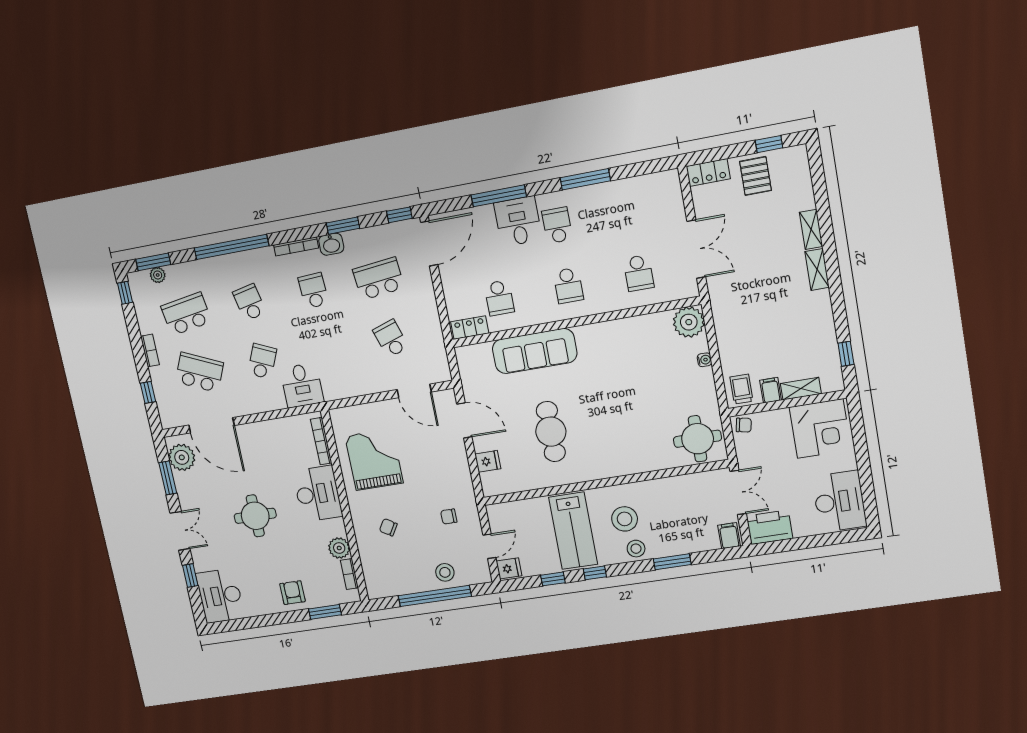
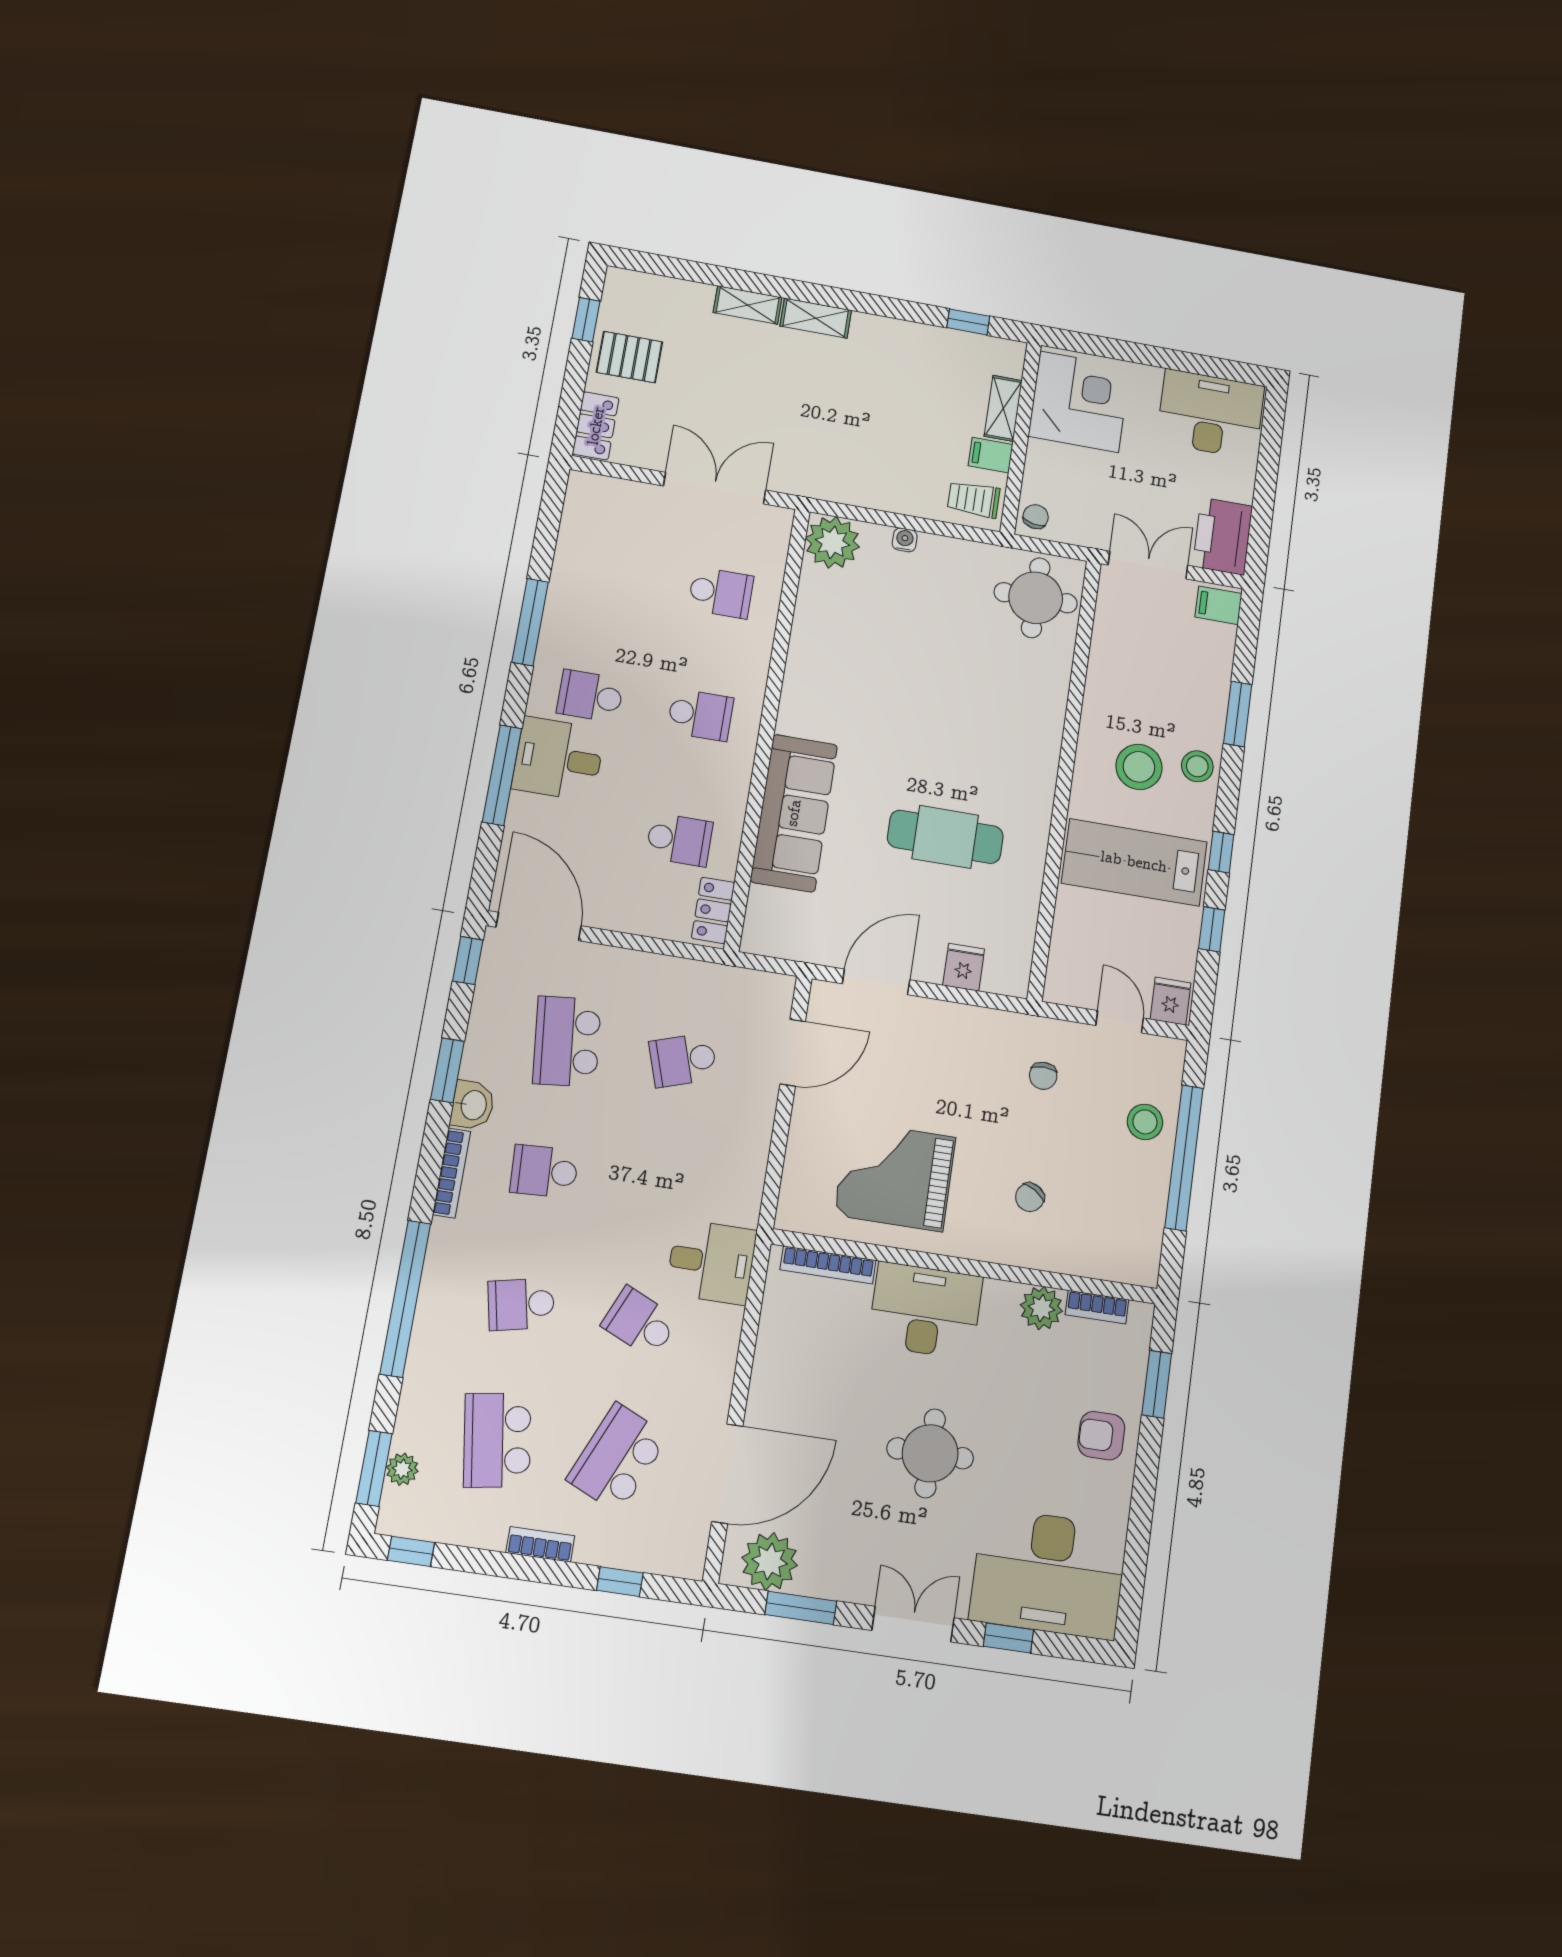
lab bench: (573, 531) -> (1134, 862), turned 180
desk: (220, 596) -> (1049, 1573), width x1.36, depth x1.30

